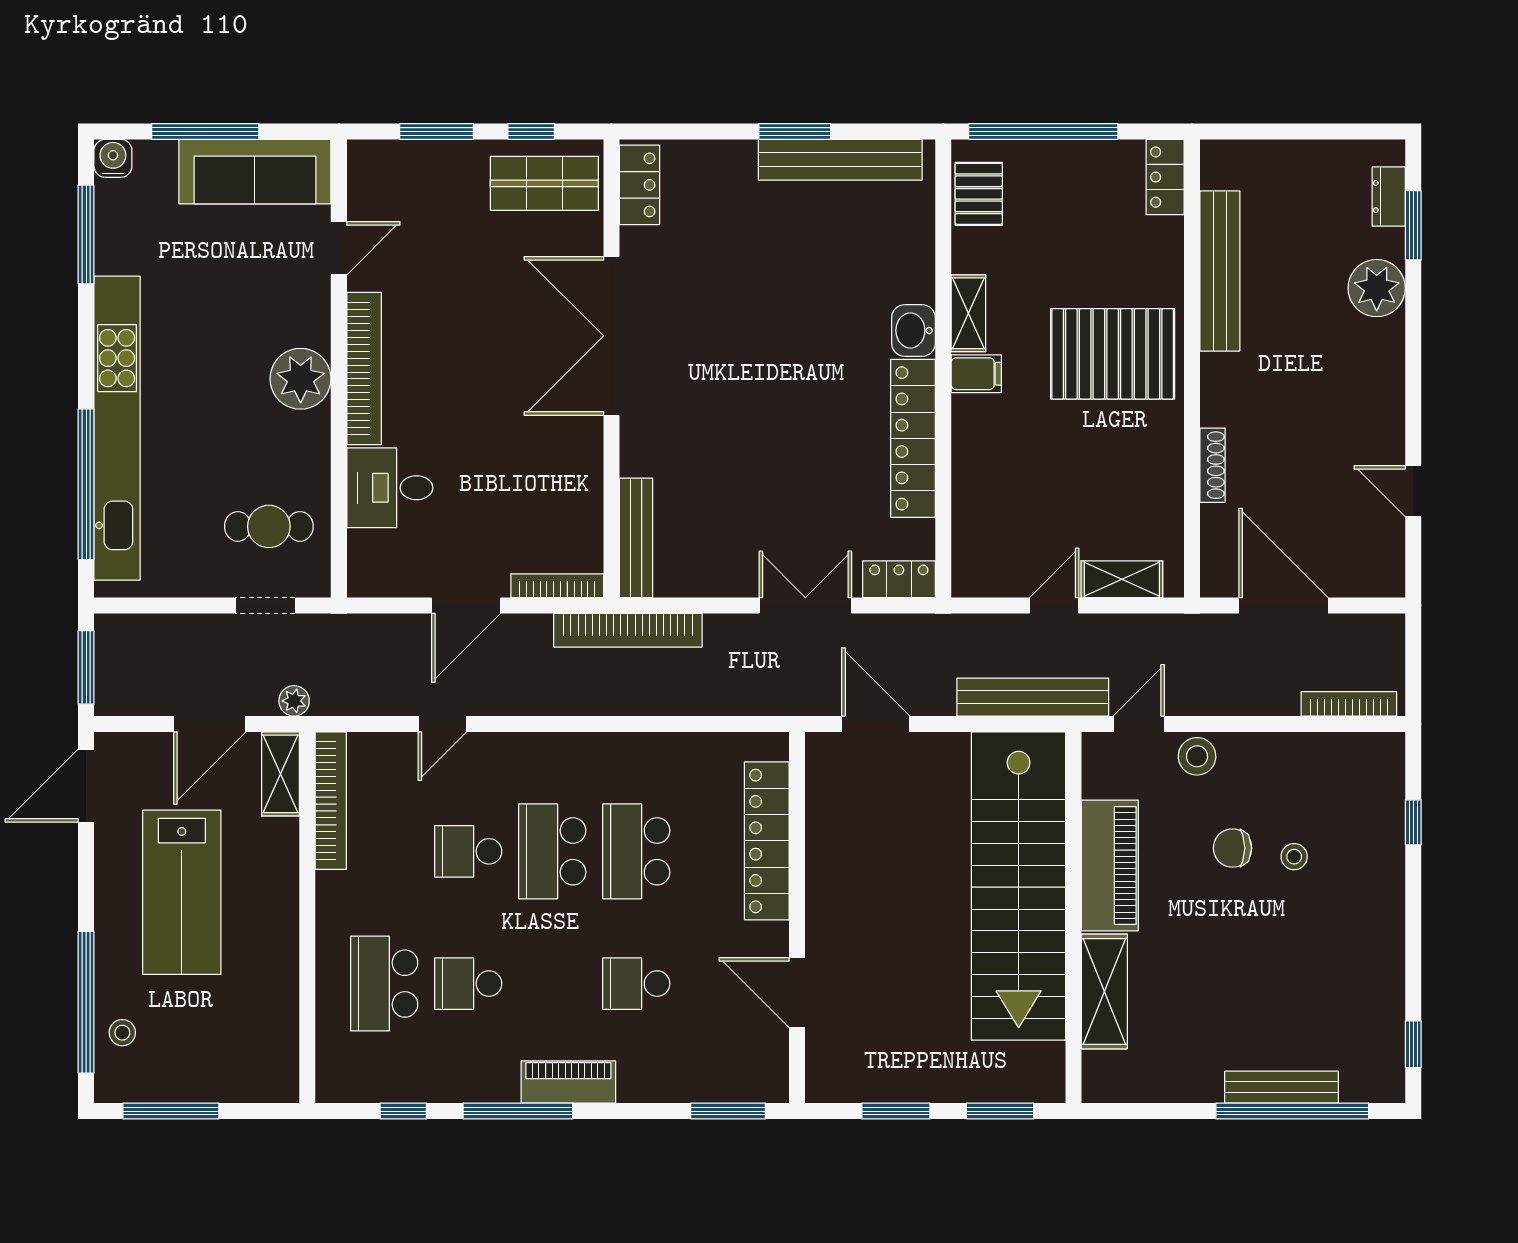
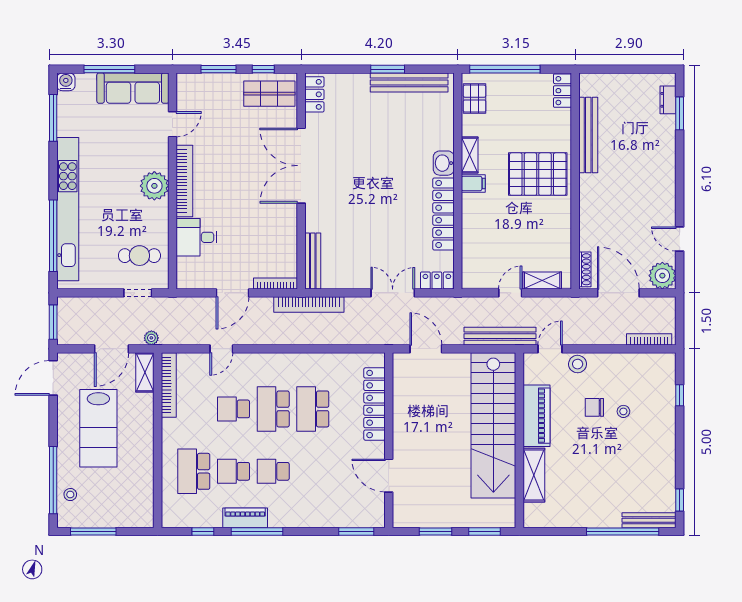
plant: (1377, 288) -> (662, 276), moved
shoe rack: (1213, 465) -> (585, 269), moved
school desk: (636, 984) -> (273, 471), moved
piano: (568, 1082) -> (245, 518), moved
bench: (1282, 1087) -> (649, 520), moved

